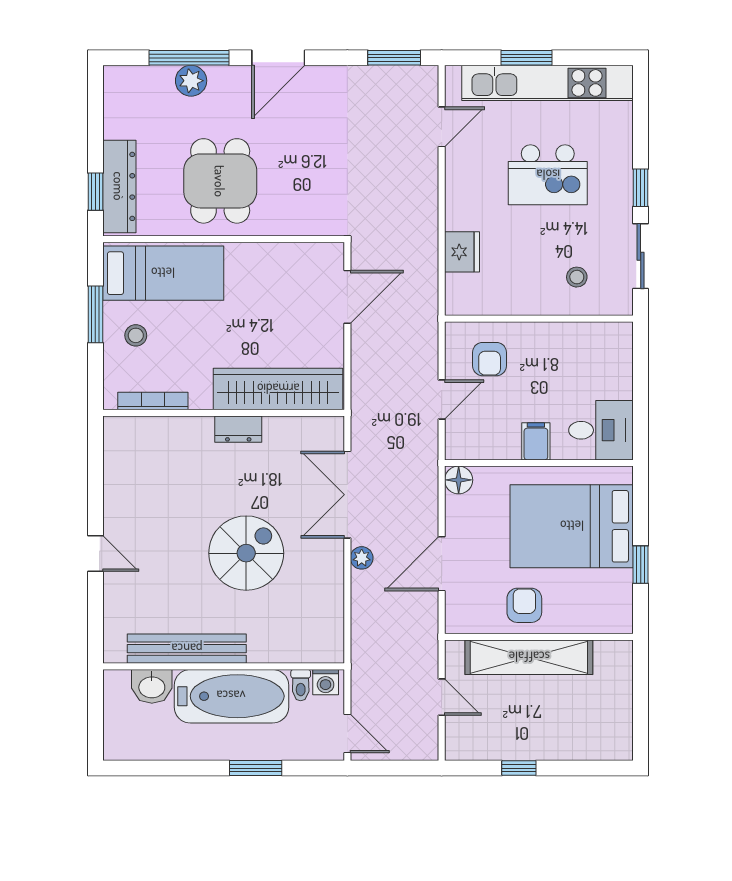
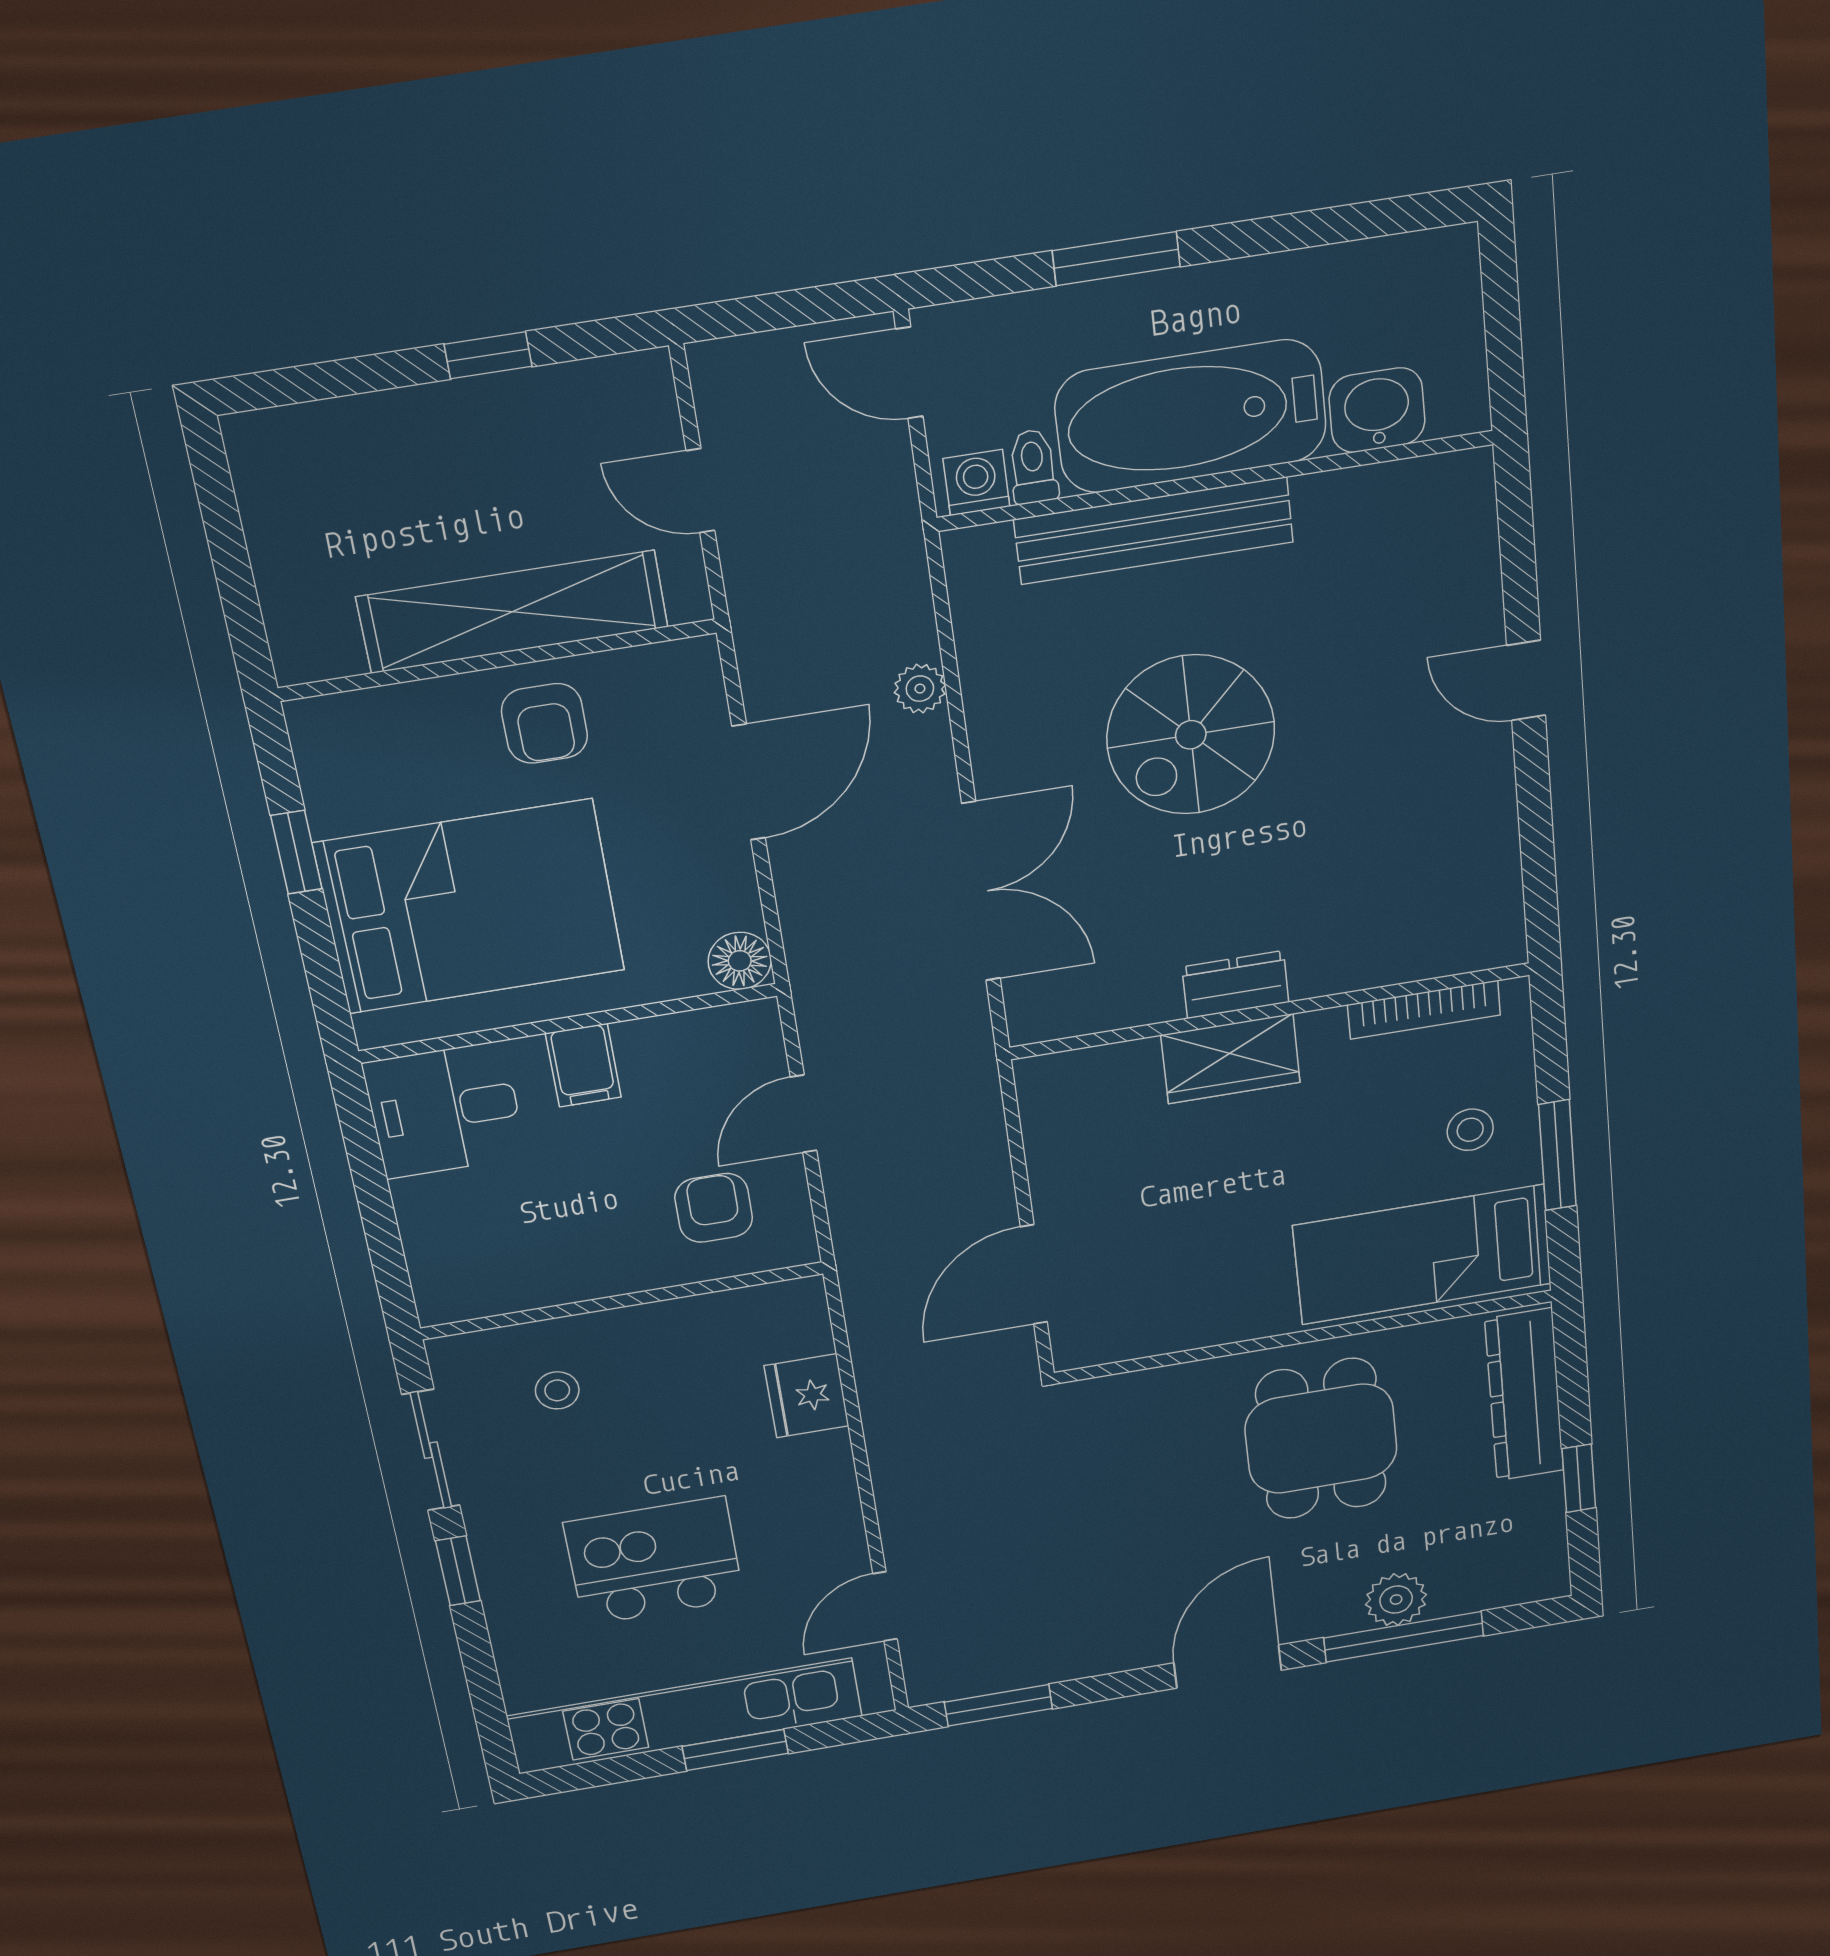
window: (95, 192) -> (1579, 1478), moved
wardrobe: (278, 389) -> (1231, 1059), width x0.48, depth x0.85
plant: (362, 558) -> (920, 689), moved
bench: (187, 649) -> (1154, 531), moved

